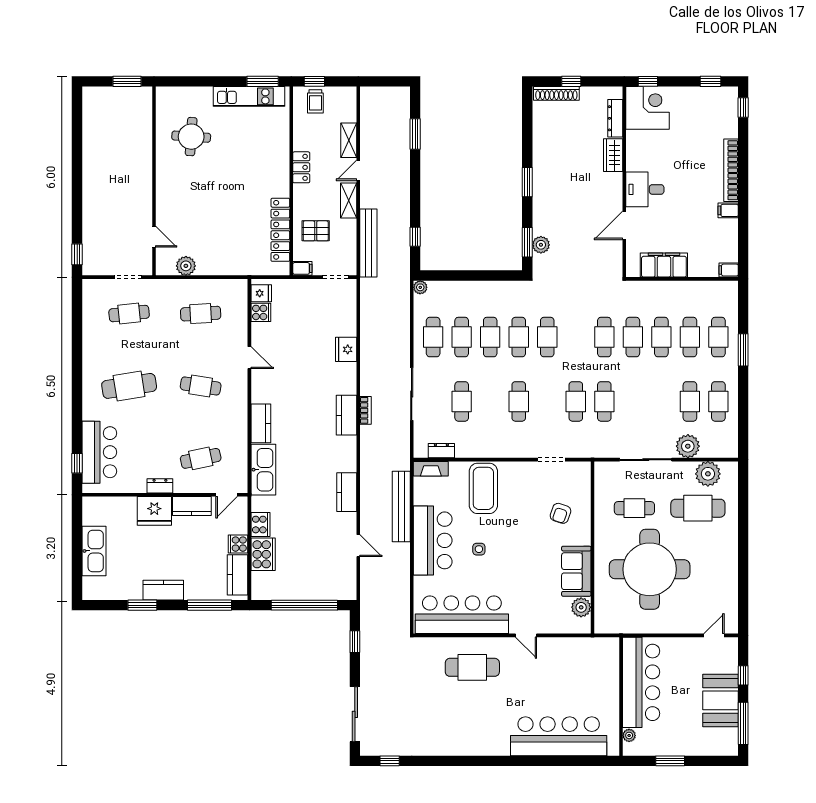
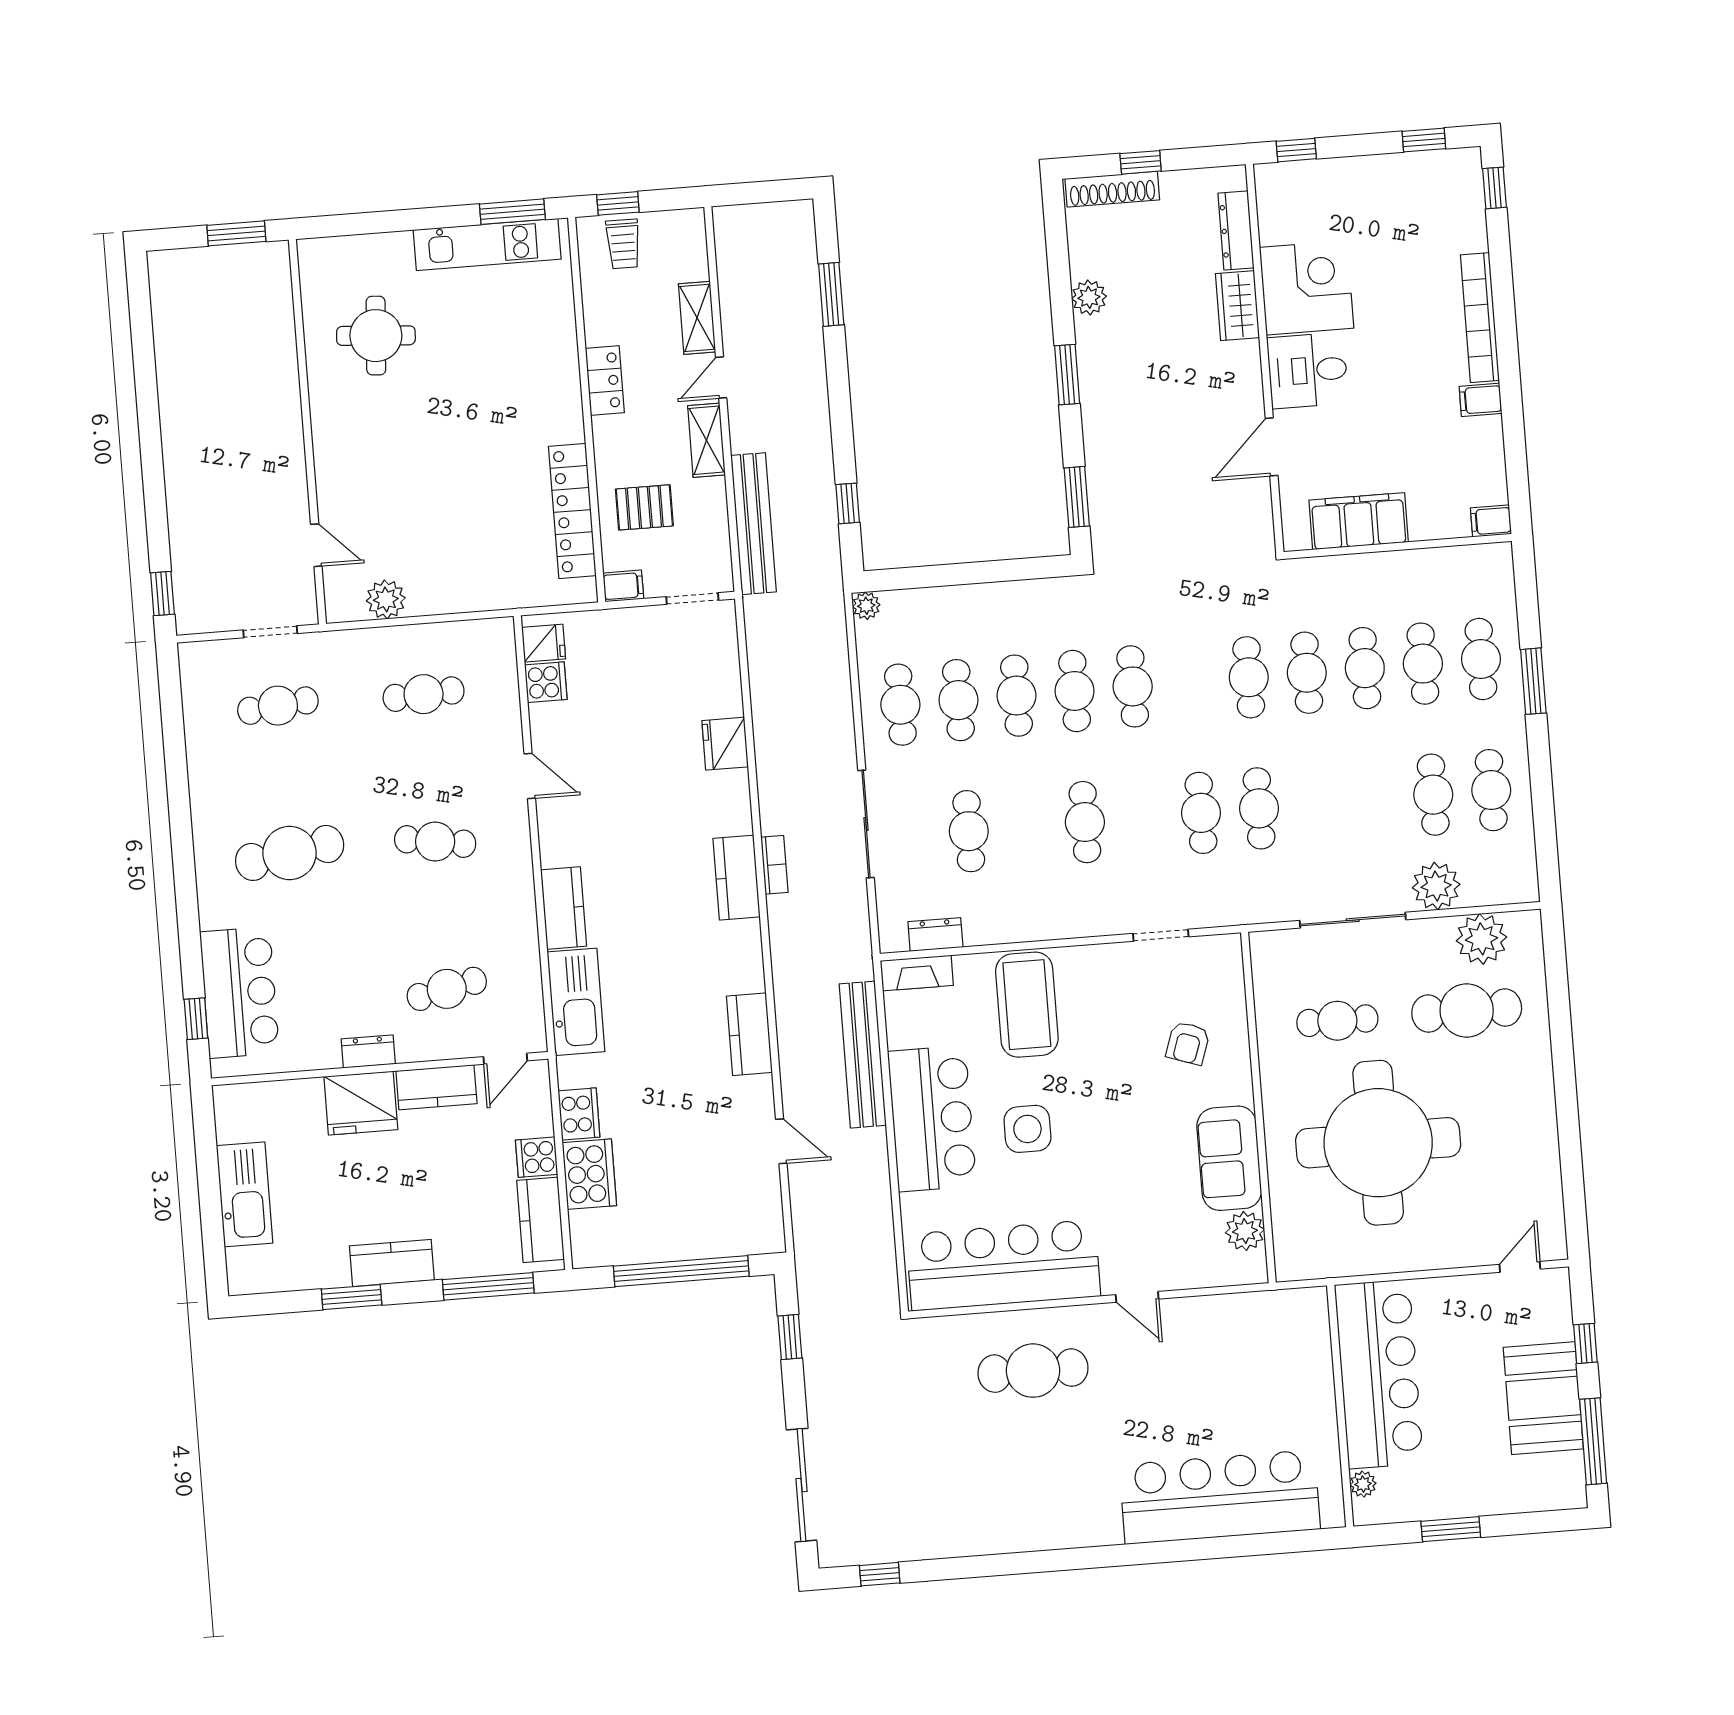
corner desk: (648, 108) -> (1307, 288), moved
plant: (541, 245) -> (1089, 297), moved
side table: (479, 549) -> (1027, 1129), width x1.87, depth x1.87

